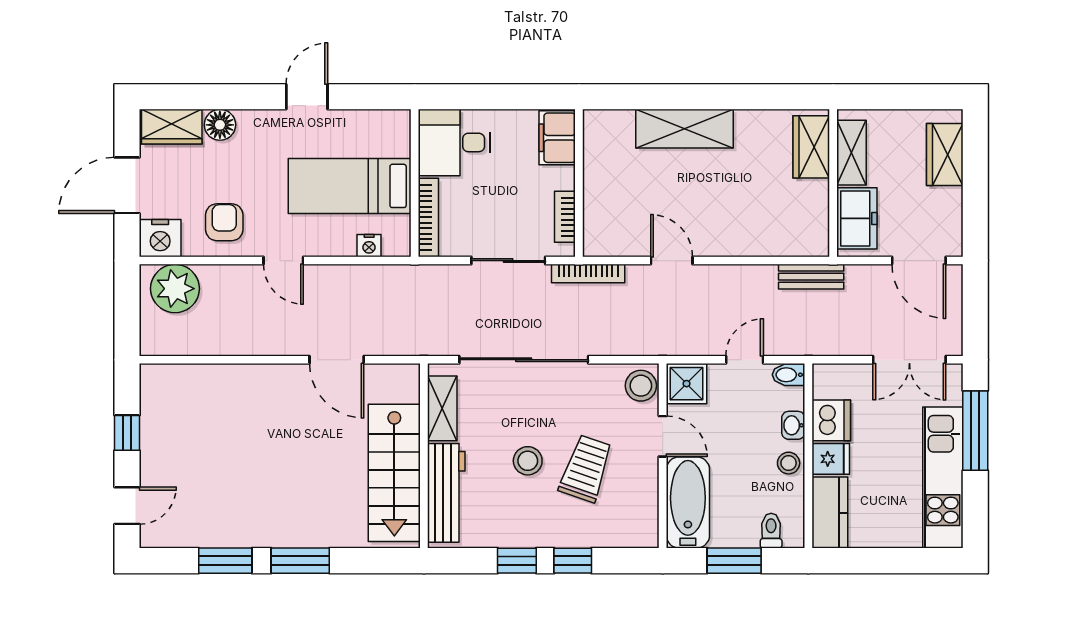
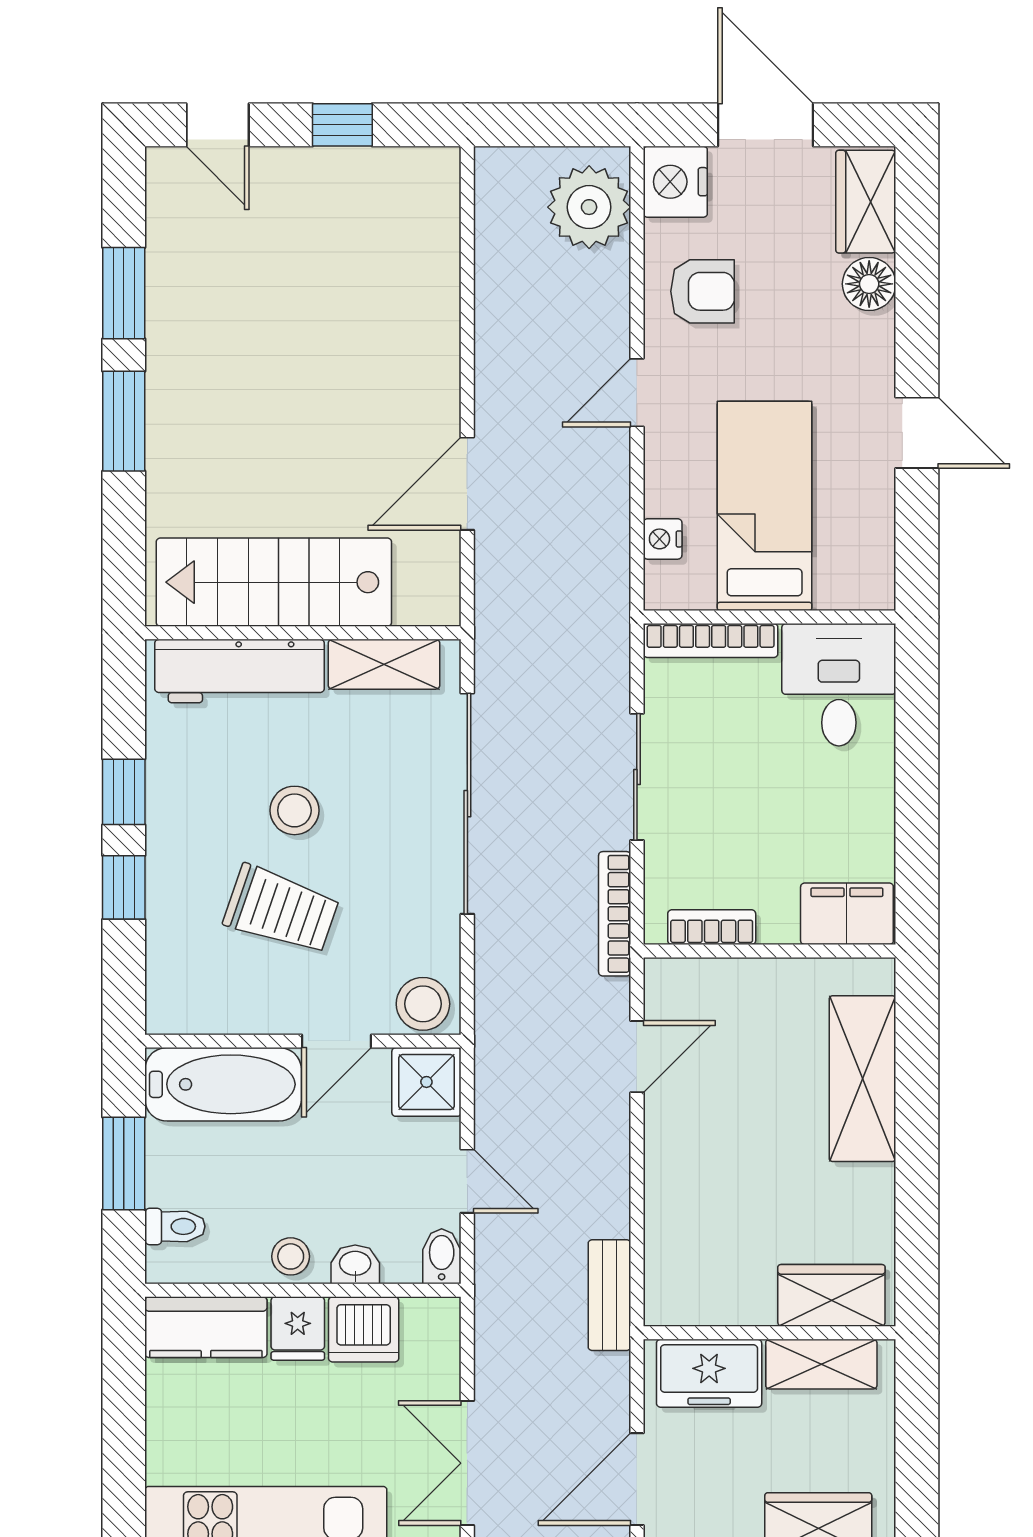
filing cabinet: (557, 138) -> (847, 914), moved
wall: (579, 183) -> (770, 951), moved
bookcase: (565, 217) -> (712, 927), moved

